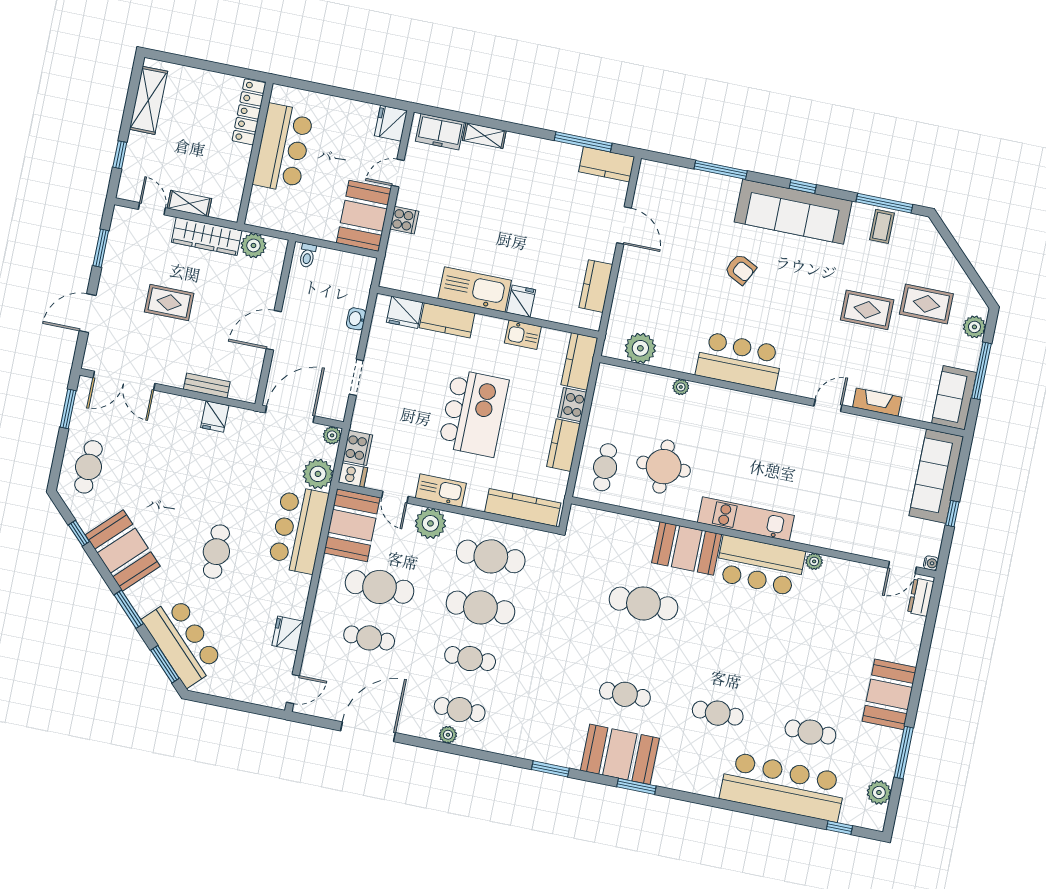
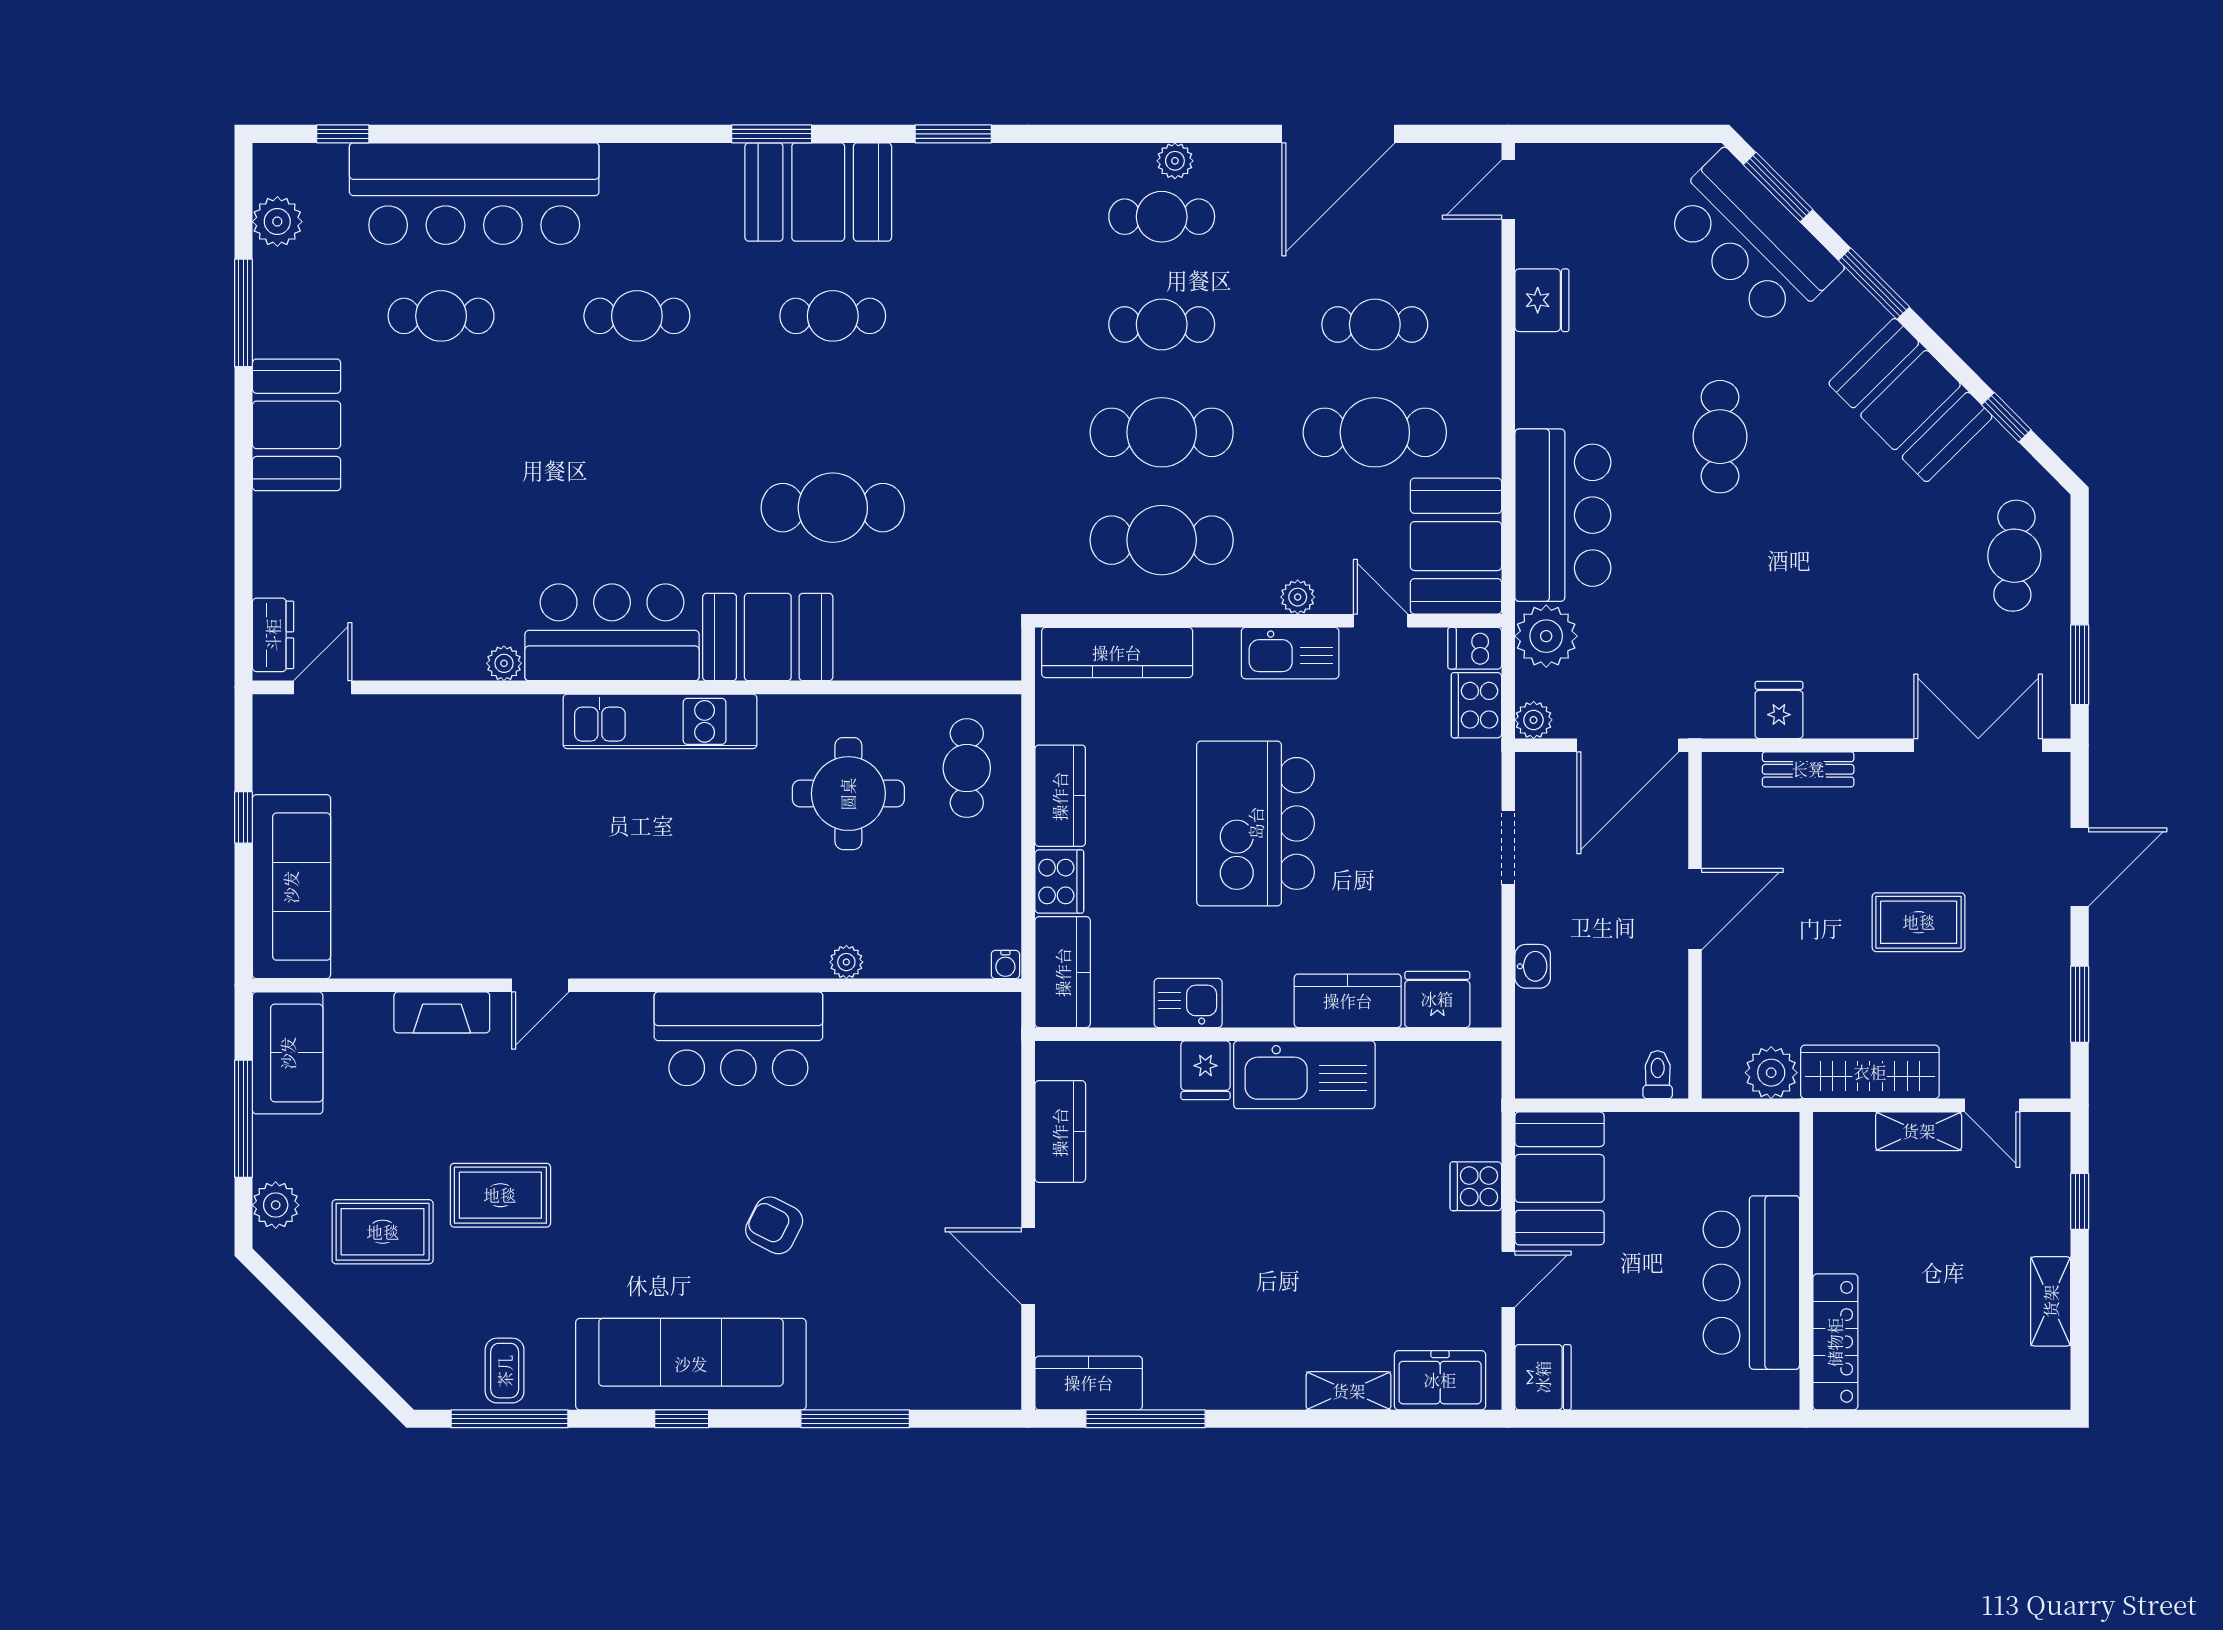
shelving: (149, 100) -> (2051, 1301), width x0.67, depth x0.75
plant: (640, 348) -> (944, 1024), removed
plant: (430, 523) -> (1298, 597), width x0.53, depth x0.53
water cooler: (931, 563) -> (1005, 965), moved, turned -90

